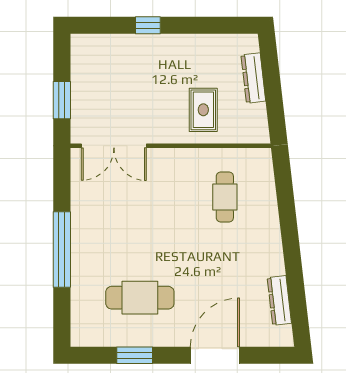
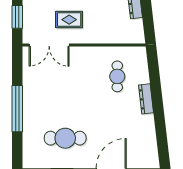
rug: (203, 110) -> (69, 20), moved, turned 90
dresser: (279, 300) -> (146, 99), moved

